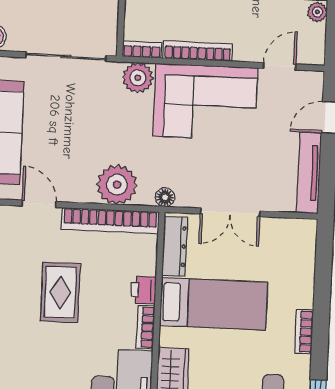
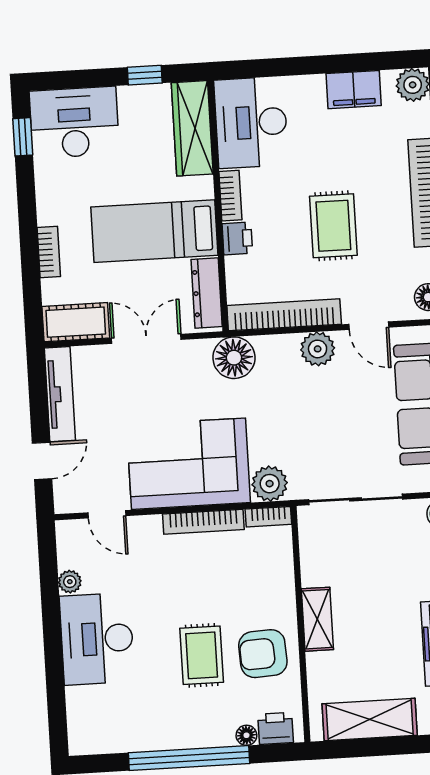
door: (280, 66) -> (107, 514), hinge flipped
plant: (117, 185) -> (318, 349), moved, width x0.73, depth x0.73
floor lamp: (165, 197) -> (234, 358), width x1.89, depth x1.89
cot: (289, 233) -> (76, 322), added
bookcase: (304, 332) -> (49, 252), moved

